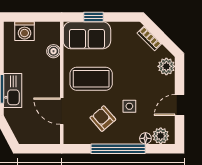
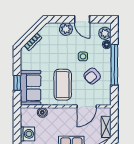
plant: (166, 66) -> (66, 29), moved
shelving: (34, 138) -> (106, 127), added

